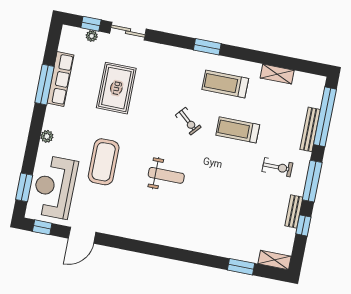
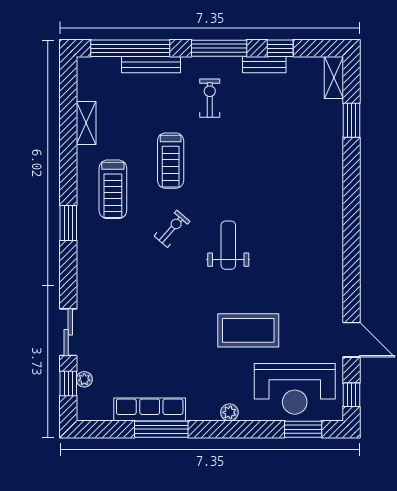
rug: (116, 88) -> (147, 333), removed
weight bench: (166, 175) -> (228, 245), moved

